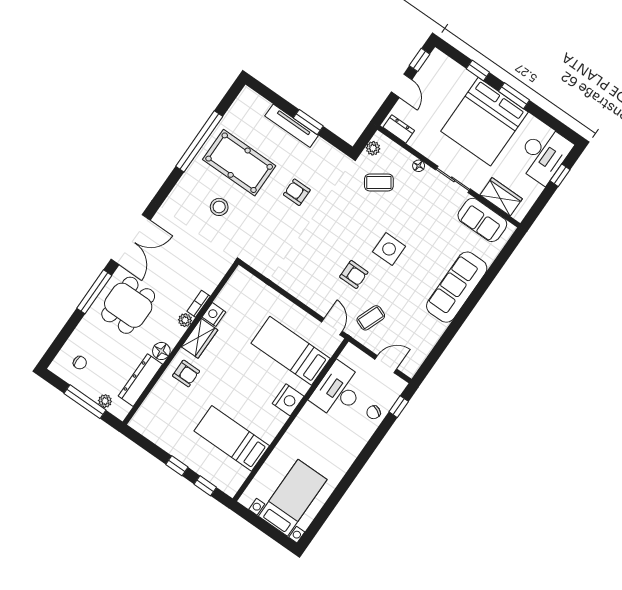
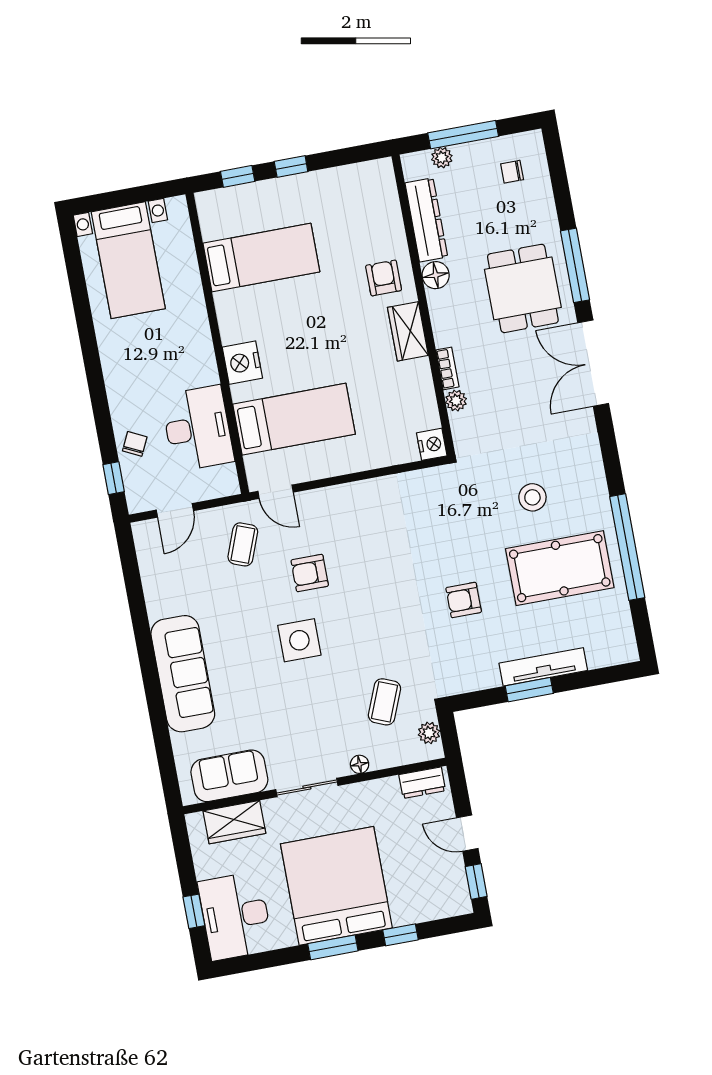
coffee table: (379, 182) -> (384, 702), turned -33
armchair: (297, 192) -> (464, 600), turned 180
nightstand: (214, 314) -> (432, 444), moved
plant: (185, 320) -> (456, 401), moved
armchair: (186, 373) -> (384, 278), turned 90

